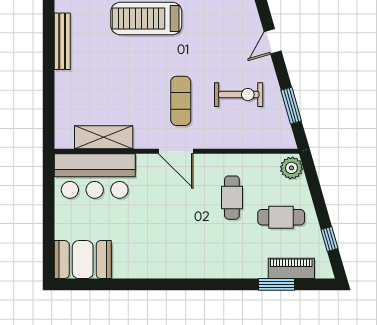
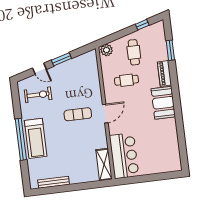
exercise bike: (239, 95) -> (38, 95), moved, turned 90
window: (291, 106) -> (61, 59), moved
shelving: (104, 137) -> (104, 164), moved
booth: (83, 260) -> (163, 103), moved
piano: (291, 268) -> (164, 74), moved

